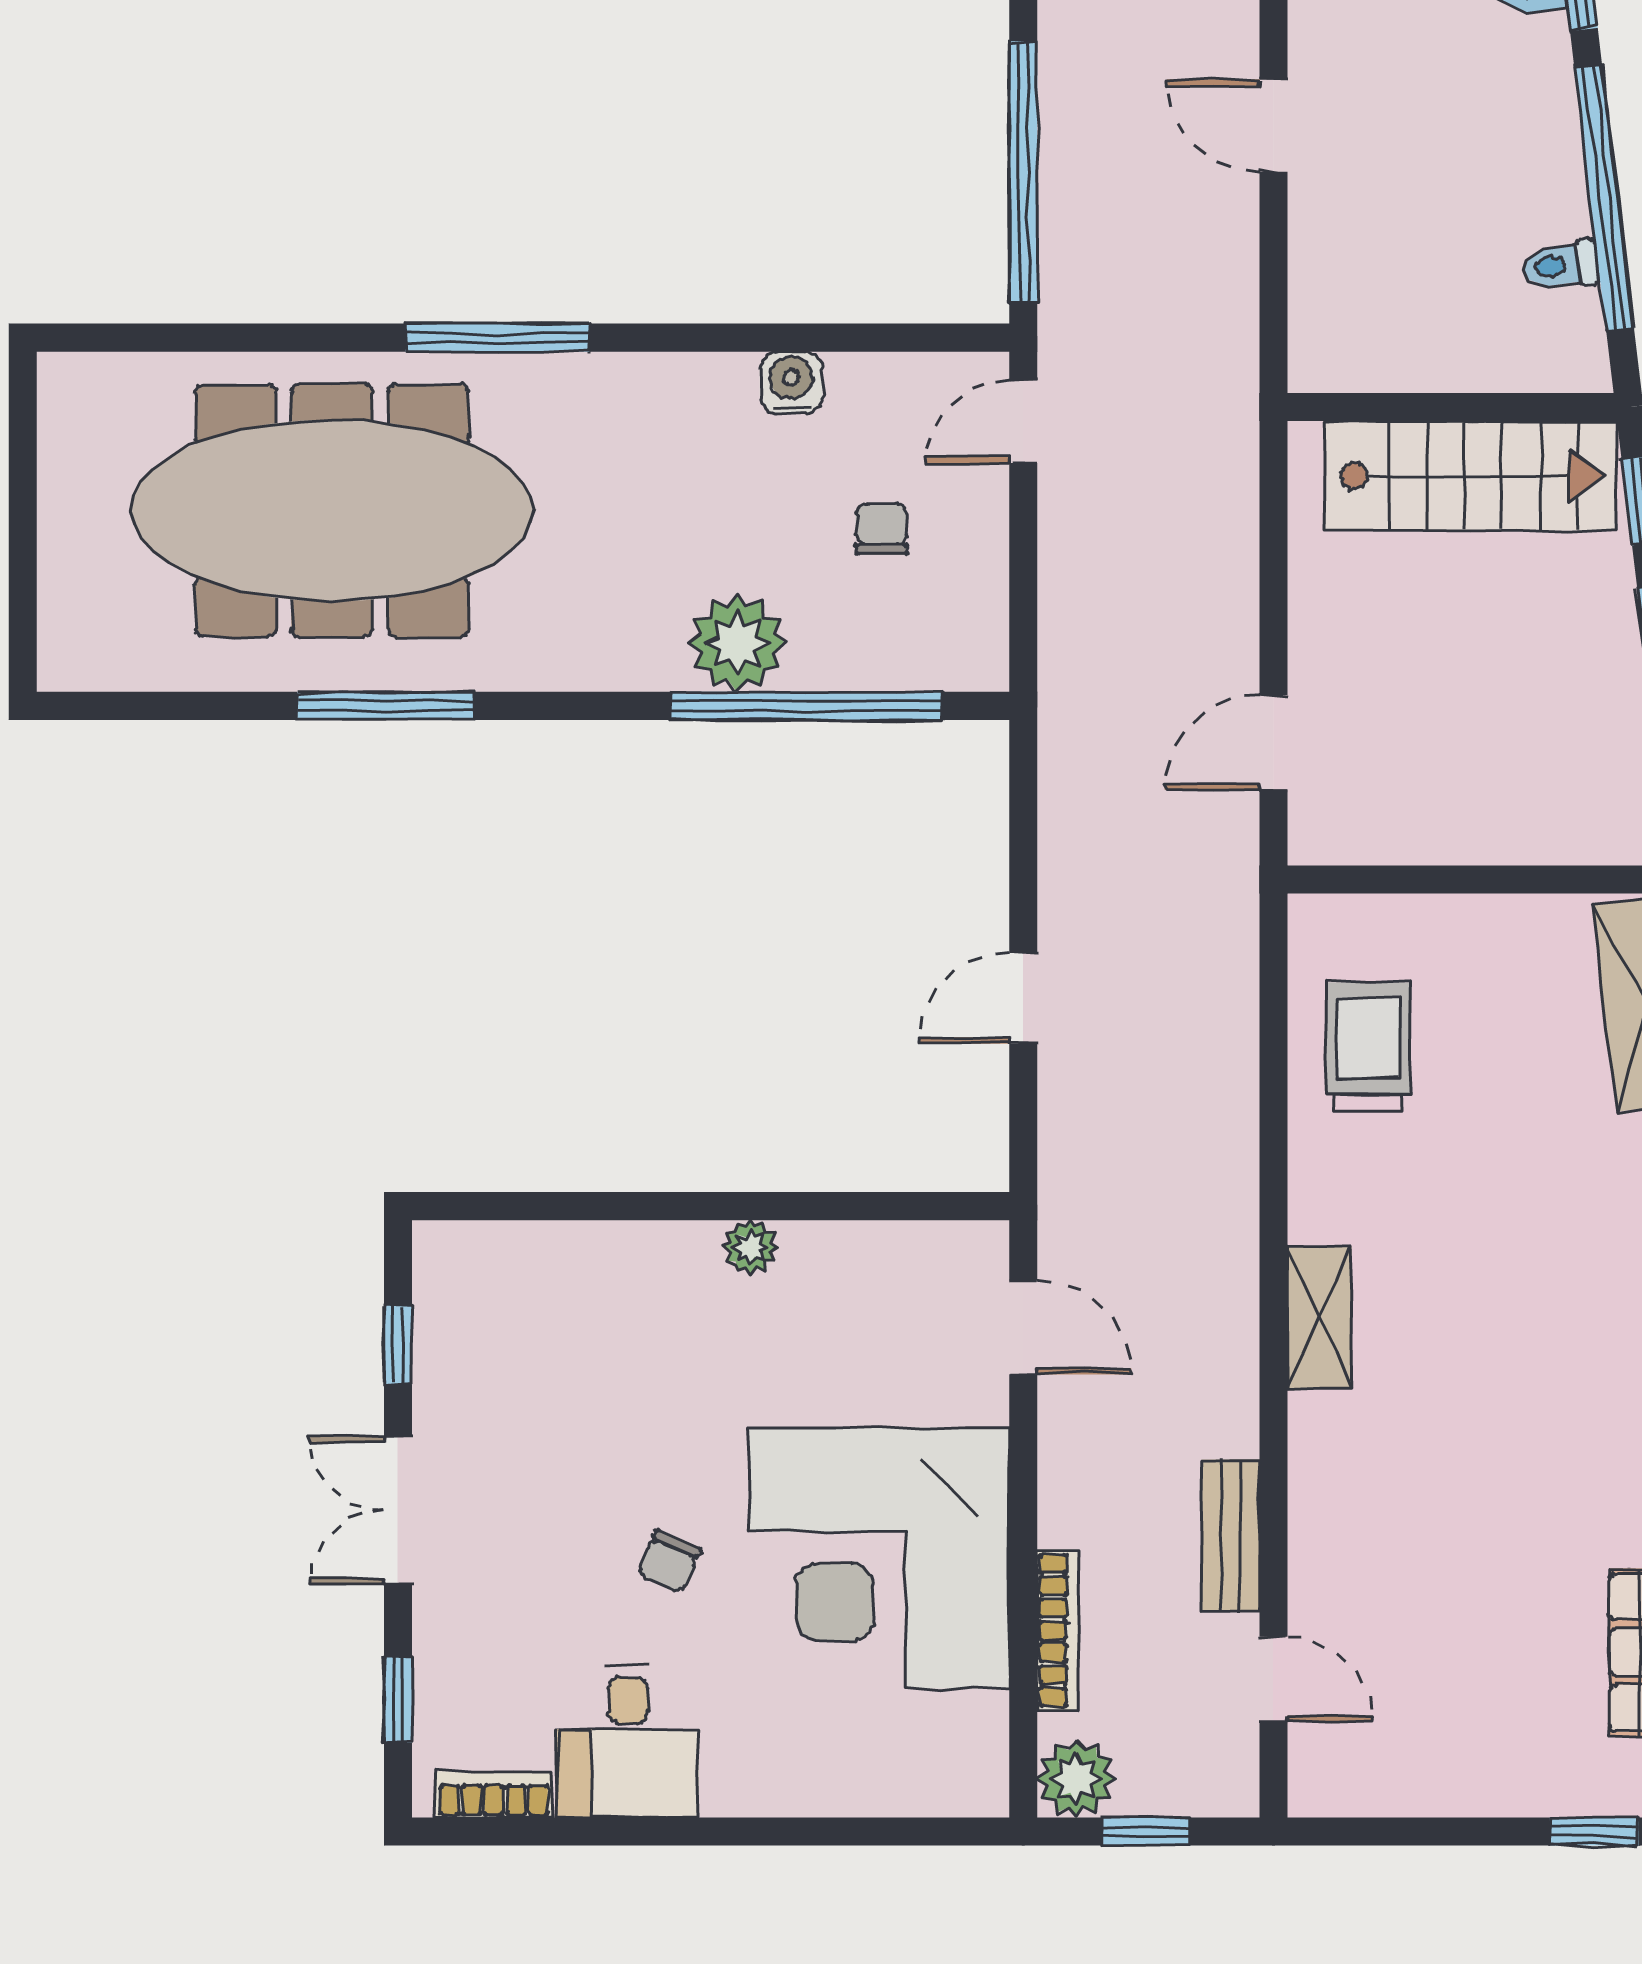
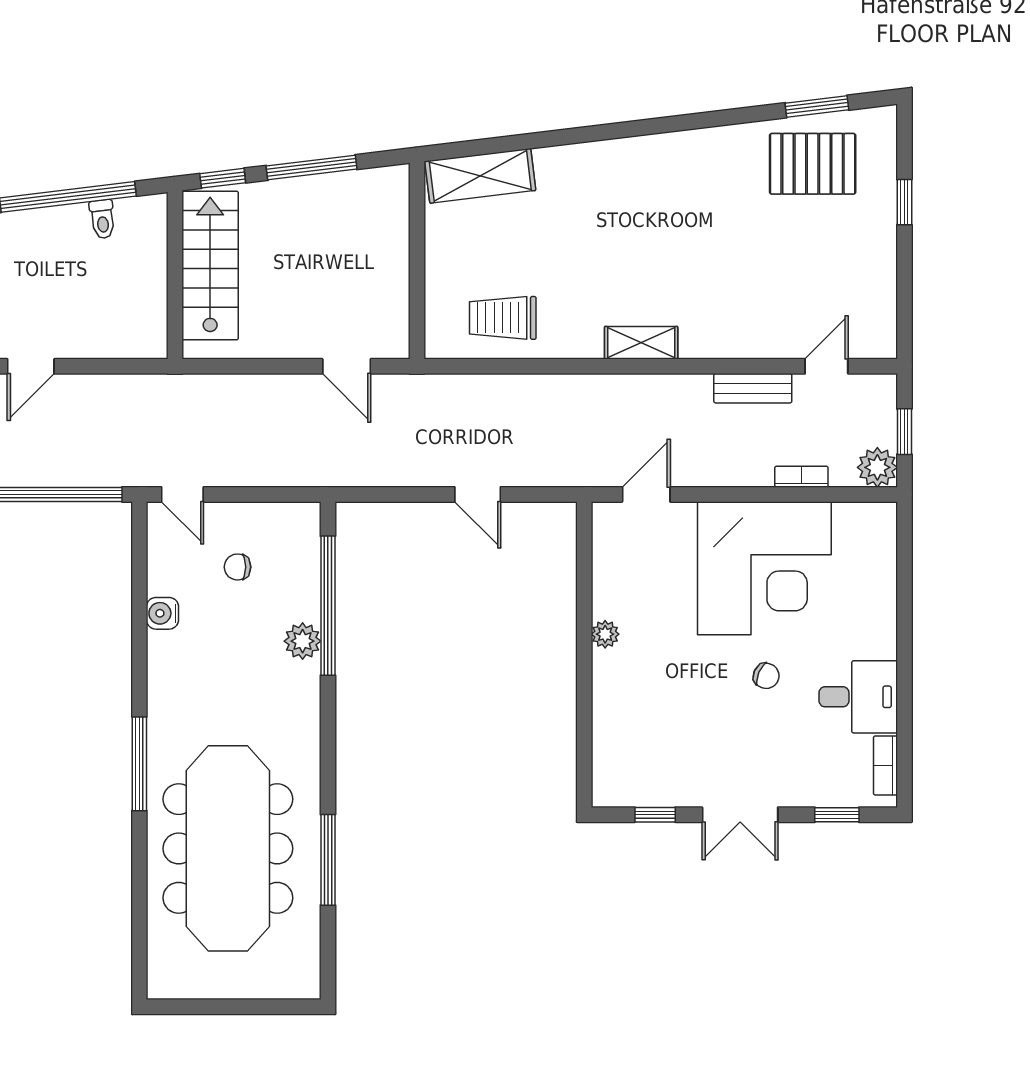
plant: (737, 643) -> (303, 641), width x0.73, depth x0.73
window: (386, 706) -> (328, 860), moved
bookcase: (1058, 1630) -> (801, 477), width x0.64

